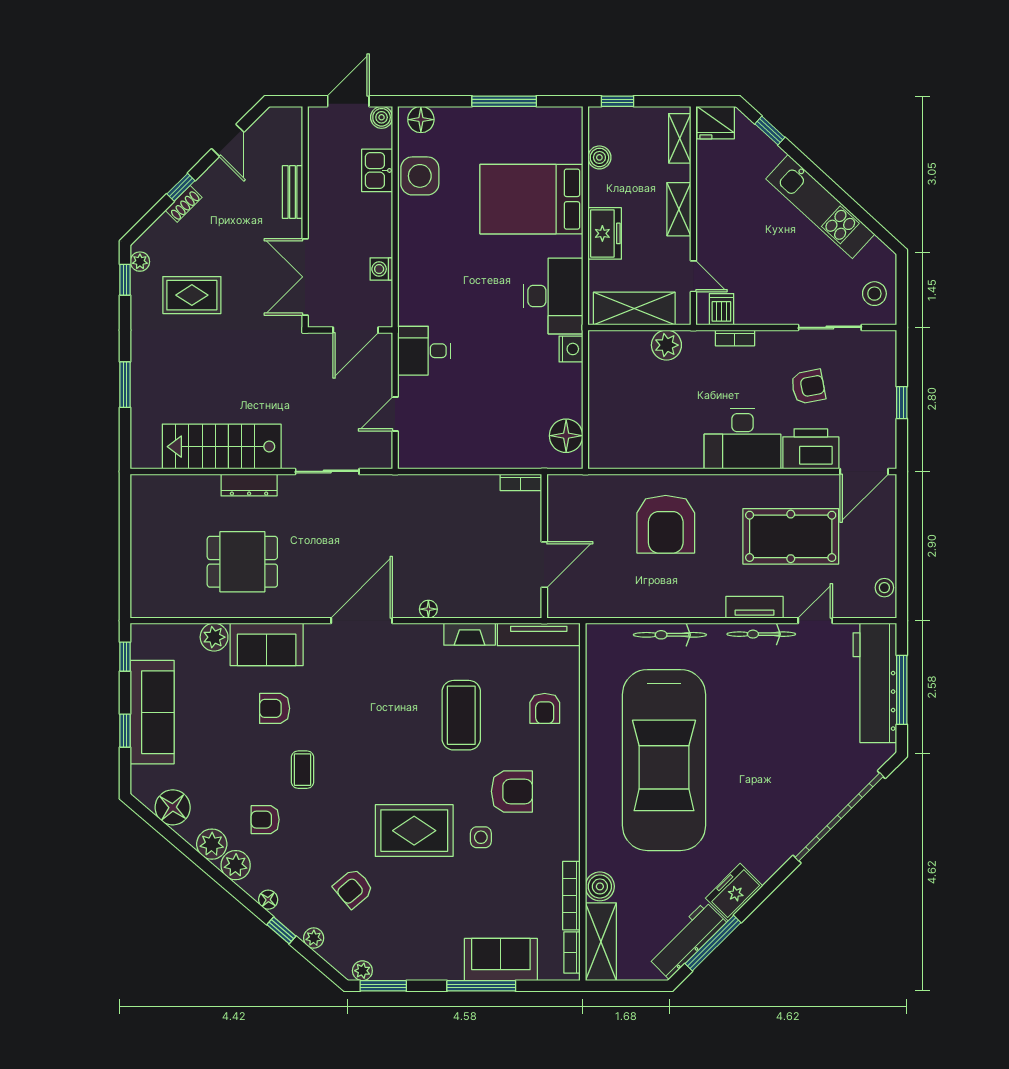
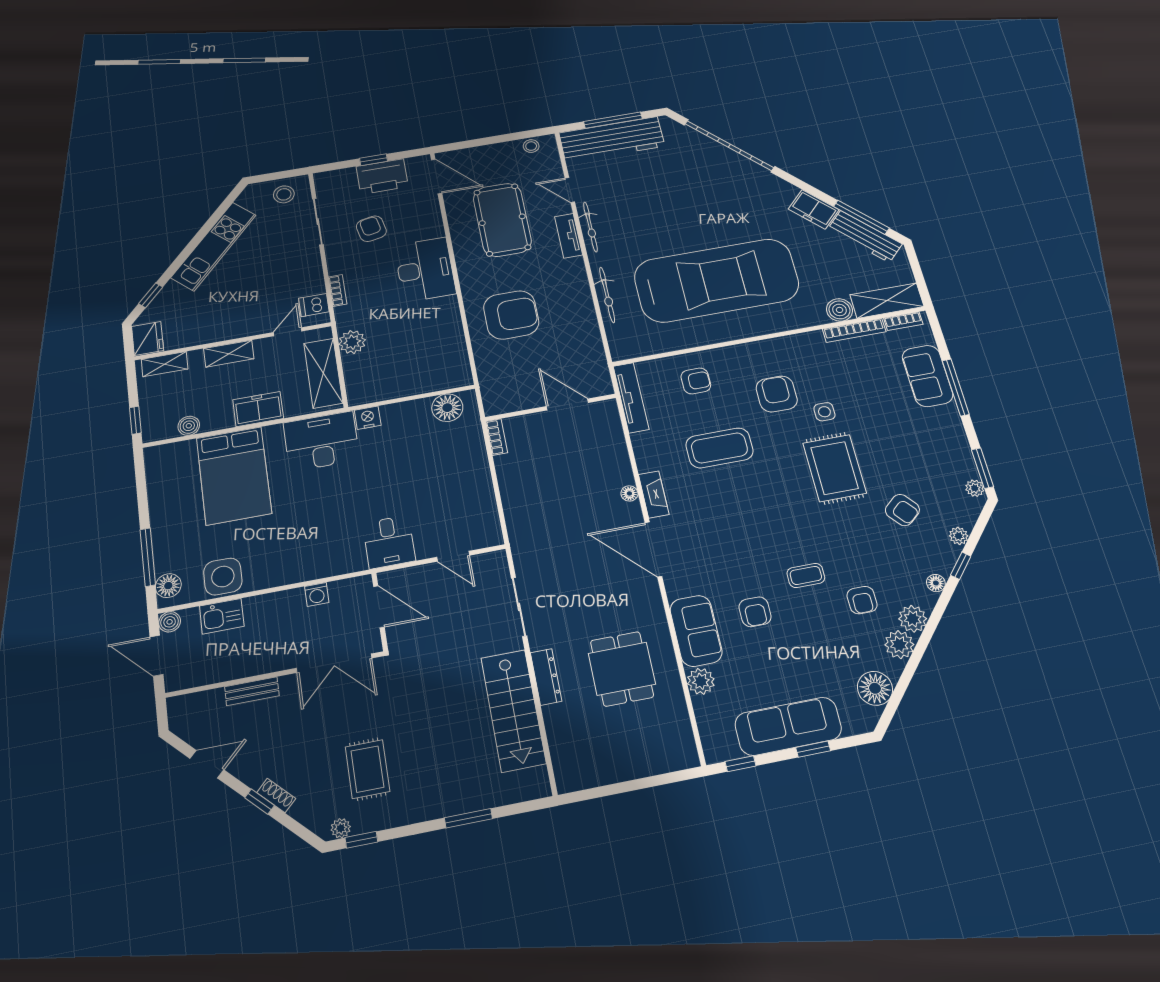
window: (504, 101) -> (148, 557), moved
printer: (811, 449) -> (382, 177), moved, turned -90
fireplace: (470, 634) -> (654, 494), moved

